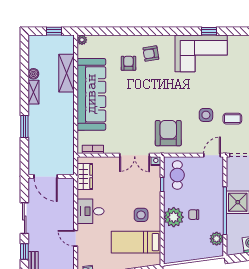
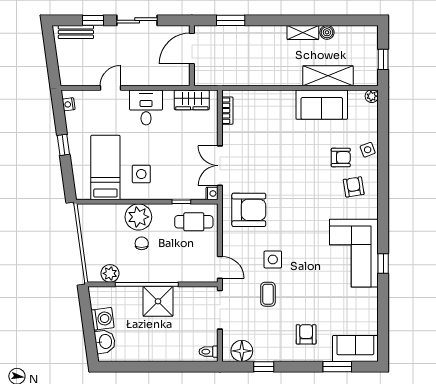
side table: (123, 43) -> (368, 150), added
sofa: (91, 94) -> (322, 105), width x0.54, depth x0.79
window: (24, 126) -> (231, 20), moved

